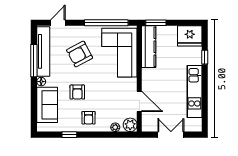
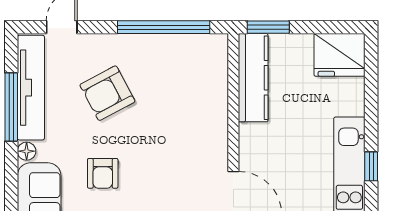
corner sofa: (119, 53) -> (191, 90), removed
window: (205, 57) -> (371, 166), moved

